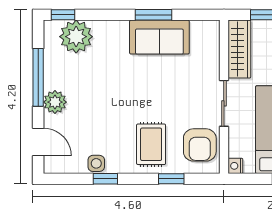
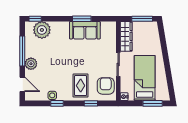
armchair: (200, 145) -> (106, 86), turned 180

